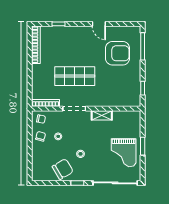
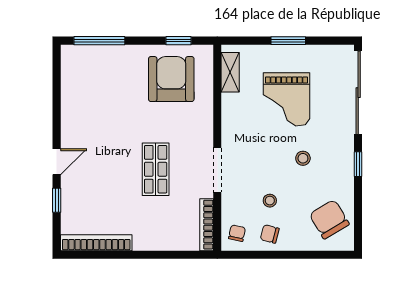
door: (99, 24) -> (57, 162), moved
armchair: (118, 53) -> (171, 79), moved
shop shelf: (75, 76) -> (156, 169), width x0.70, depth x0.74
shelving: (102, 115) -> (230, 72), moved
grand piano: (124, 153) -> (286, 99), moved, turned 90
chair: (63, 169) -> (329, 219), moved

